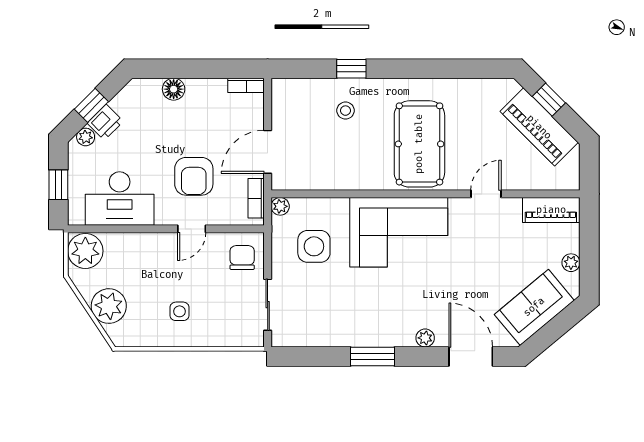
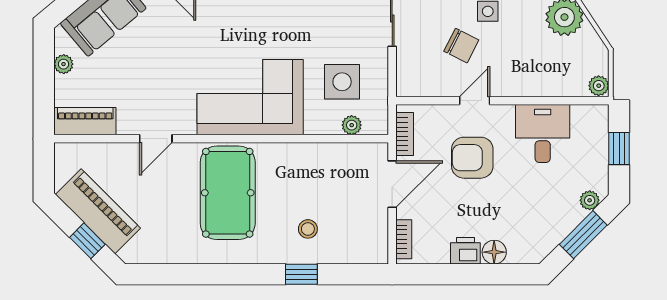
bookcase: (246, 85) -> (404, 239), moved, turned 90
window: (91, 105) -> (583, 235), width x1.50
printer: (105, 122) -> (465, 251), moved, turned 45
armchair: (194, 176) -> (472, 158), turned -90
desk: (120, 199) -> (543, 134), width x0.73
plant: (280, 206) -> (352, 125), moved
plant: (85, 251) -> (599, 86), width x0.53, depth x0.53
chair: (242, 258) -> (461, 46), moved, turned -63

